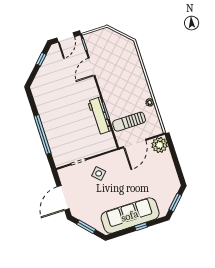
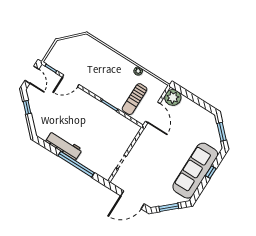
door: (92, 67) -> (71, 81), hinge flipped
workbench: (99, 116) -> (64, 145), moved, turned 180
side table: (99, 173) -> (144, 158), removed
door: (63, 198) -> (132, 200), hinge flipped

